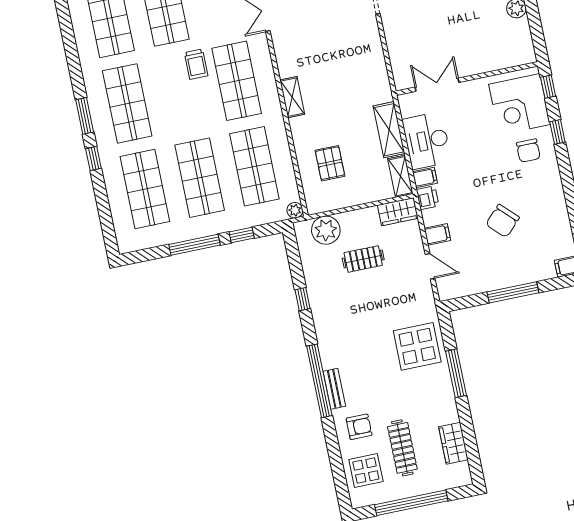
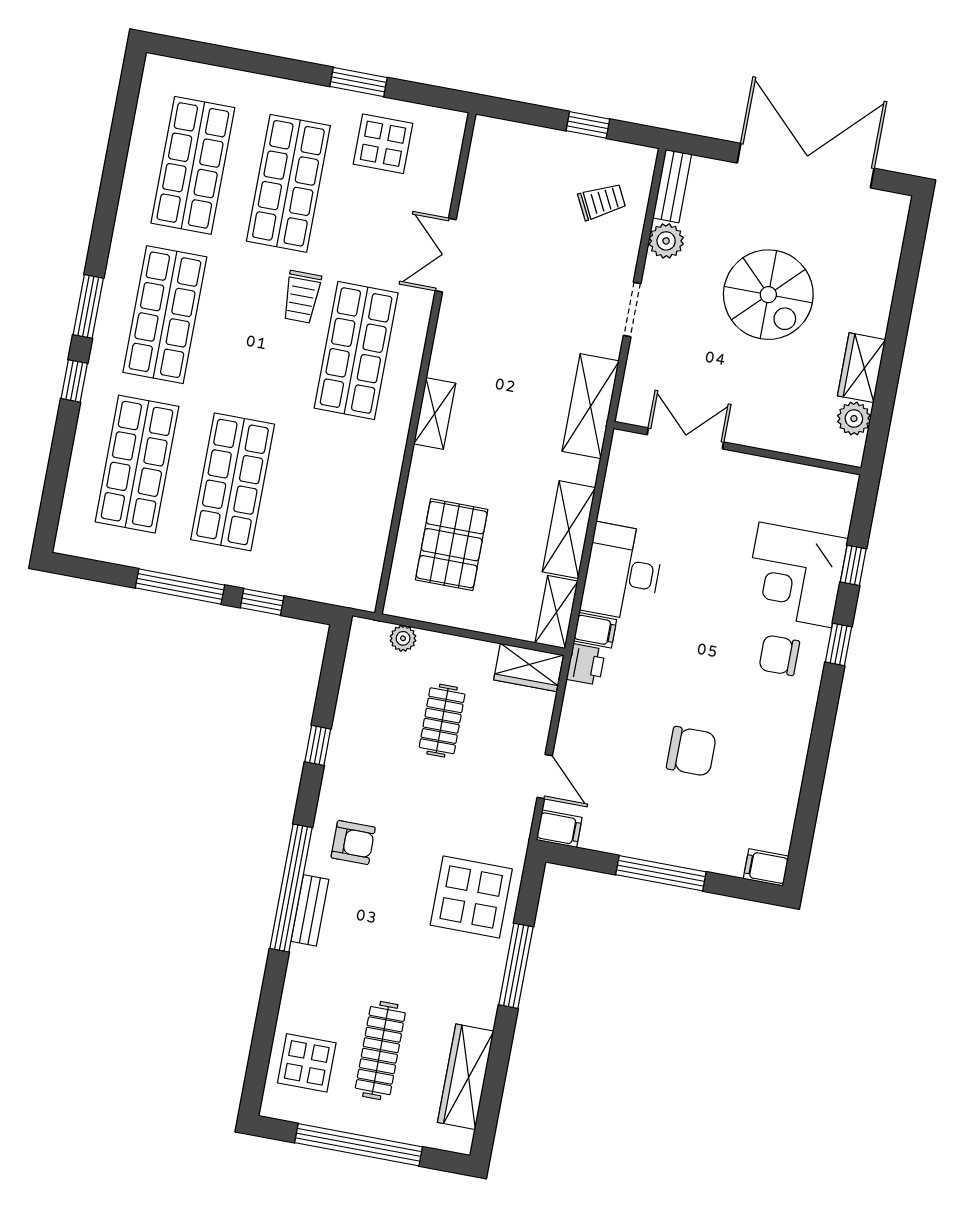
shelving: (374, 59) -> (591, 406), added
wall: (467, 79) -> (737, 448), moved
double door: (437, 85) -> (685, 438), moved
chair: (528, 151) -> (779, 655), turned 90
pallet: (330, 163) -> (452, 545), width x1.50, depth x1.42
shop shelf: (254, 166) -> (328, 500), removed
plant: (295, 210) -> (364, 597), removed
chair: (503, 221) -> (691, 751), turned -135
plant: (326, 230) -> (403, 638), width x0.53, depth x0.53
filing cabinet: (437, 234) -> (559, 829), moved
clothes rail: (363, 259) -> (442, 721), turned 90
armchair: (359, 427) -> (353, 842), moved
wardrobe: (453, 443) -> (466, 1077), width x1.50

